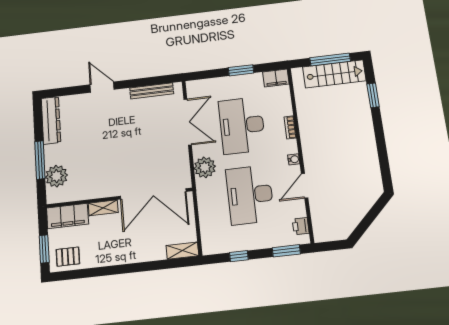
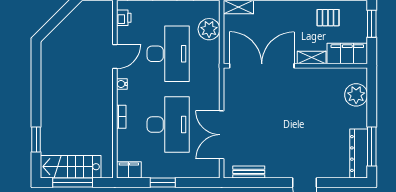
bench: (152, 91) -> (249, 172), width x0.73
window: (40, 160) -> (372, 146), moved
plant: (205, 167) -> (209, 29), moved
pallet: (68, 257) -> (328, 18), moved

